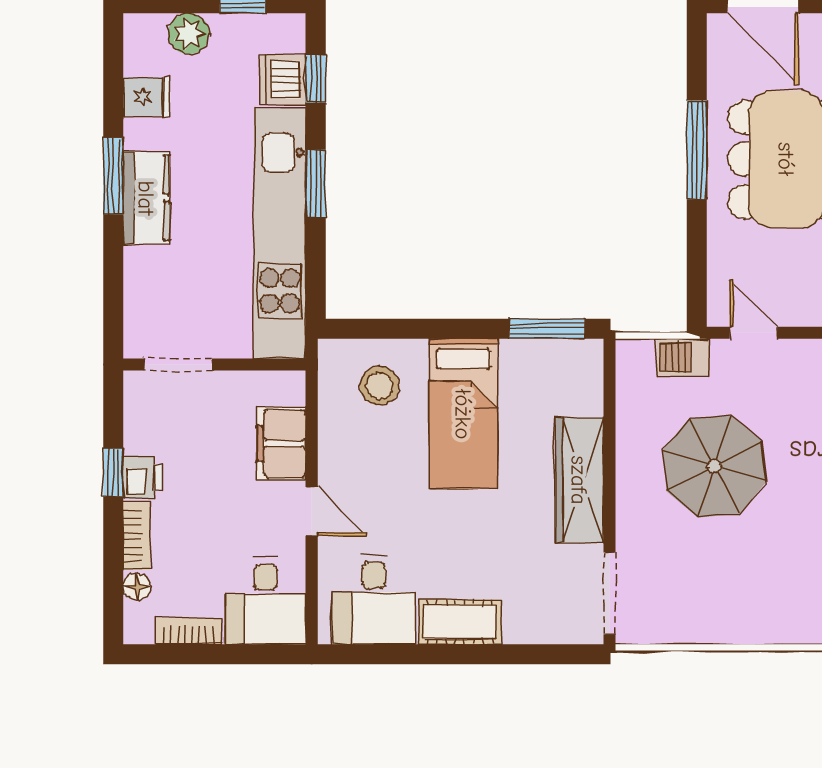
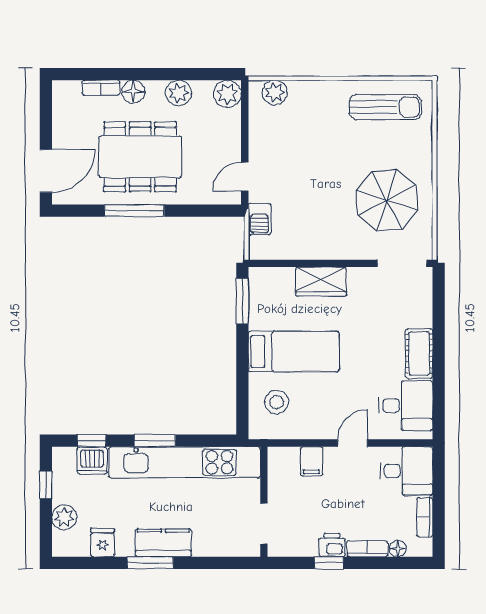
filing cabinet: (281, 444) -> (312, 461), width x0.50
parasol: (714, 466) -> (387, 200), moved
wardrobe: (579, 480) -> (321, 282), width x0.67

